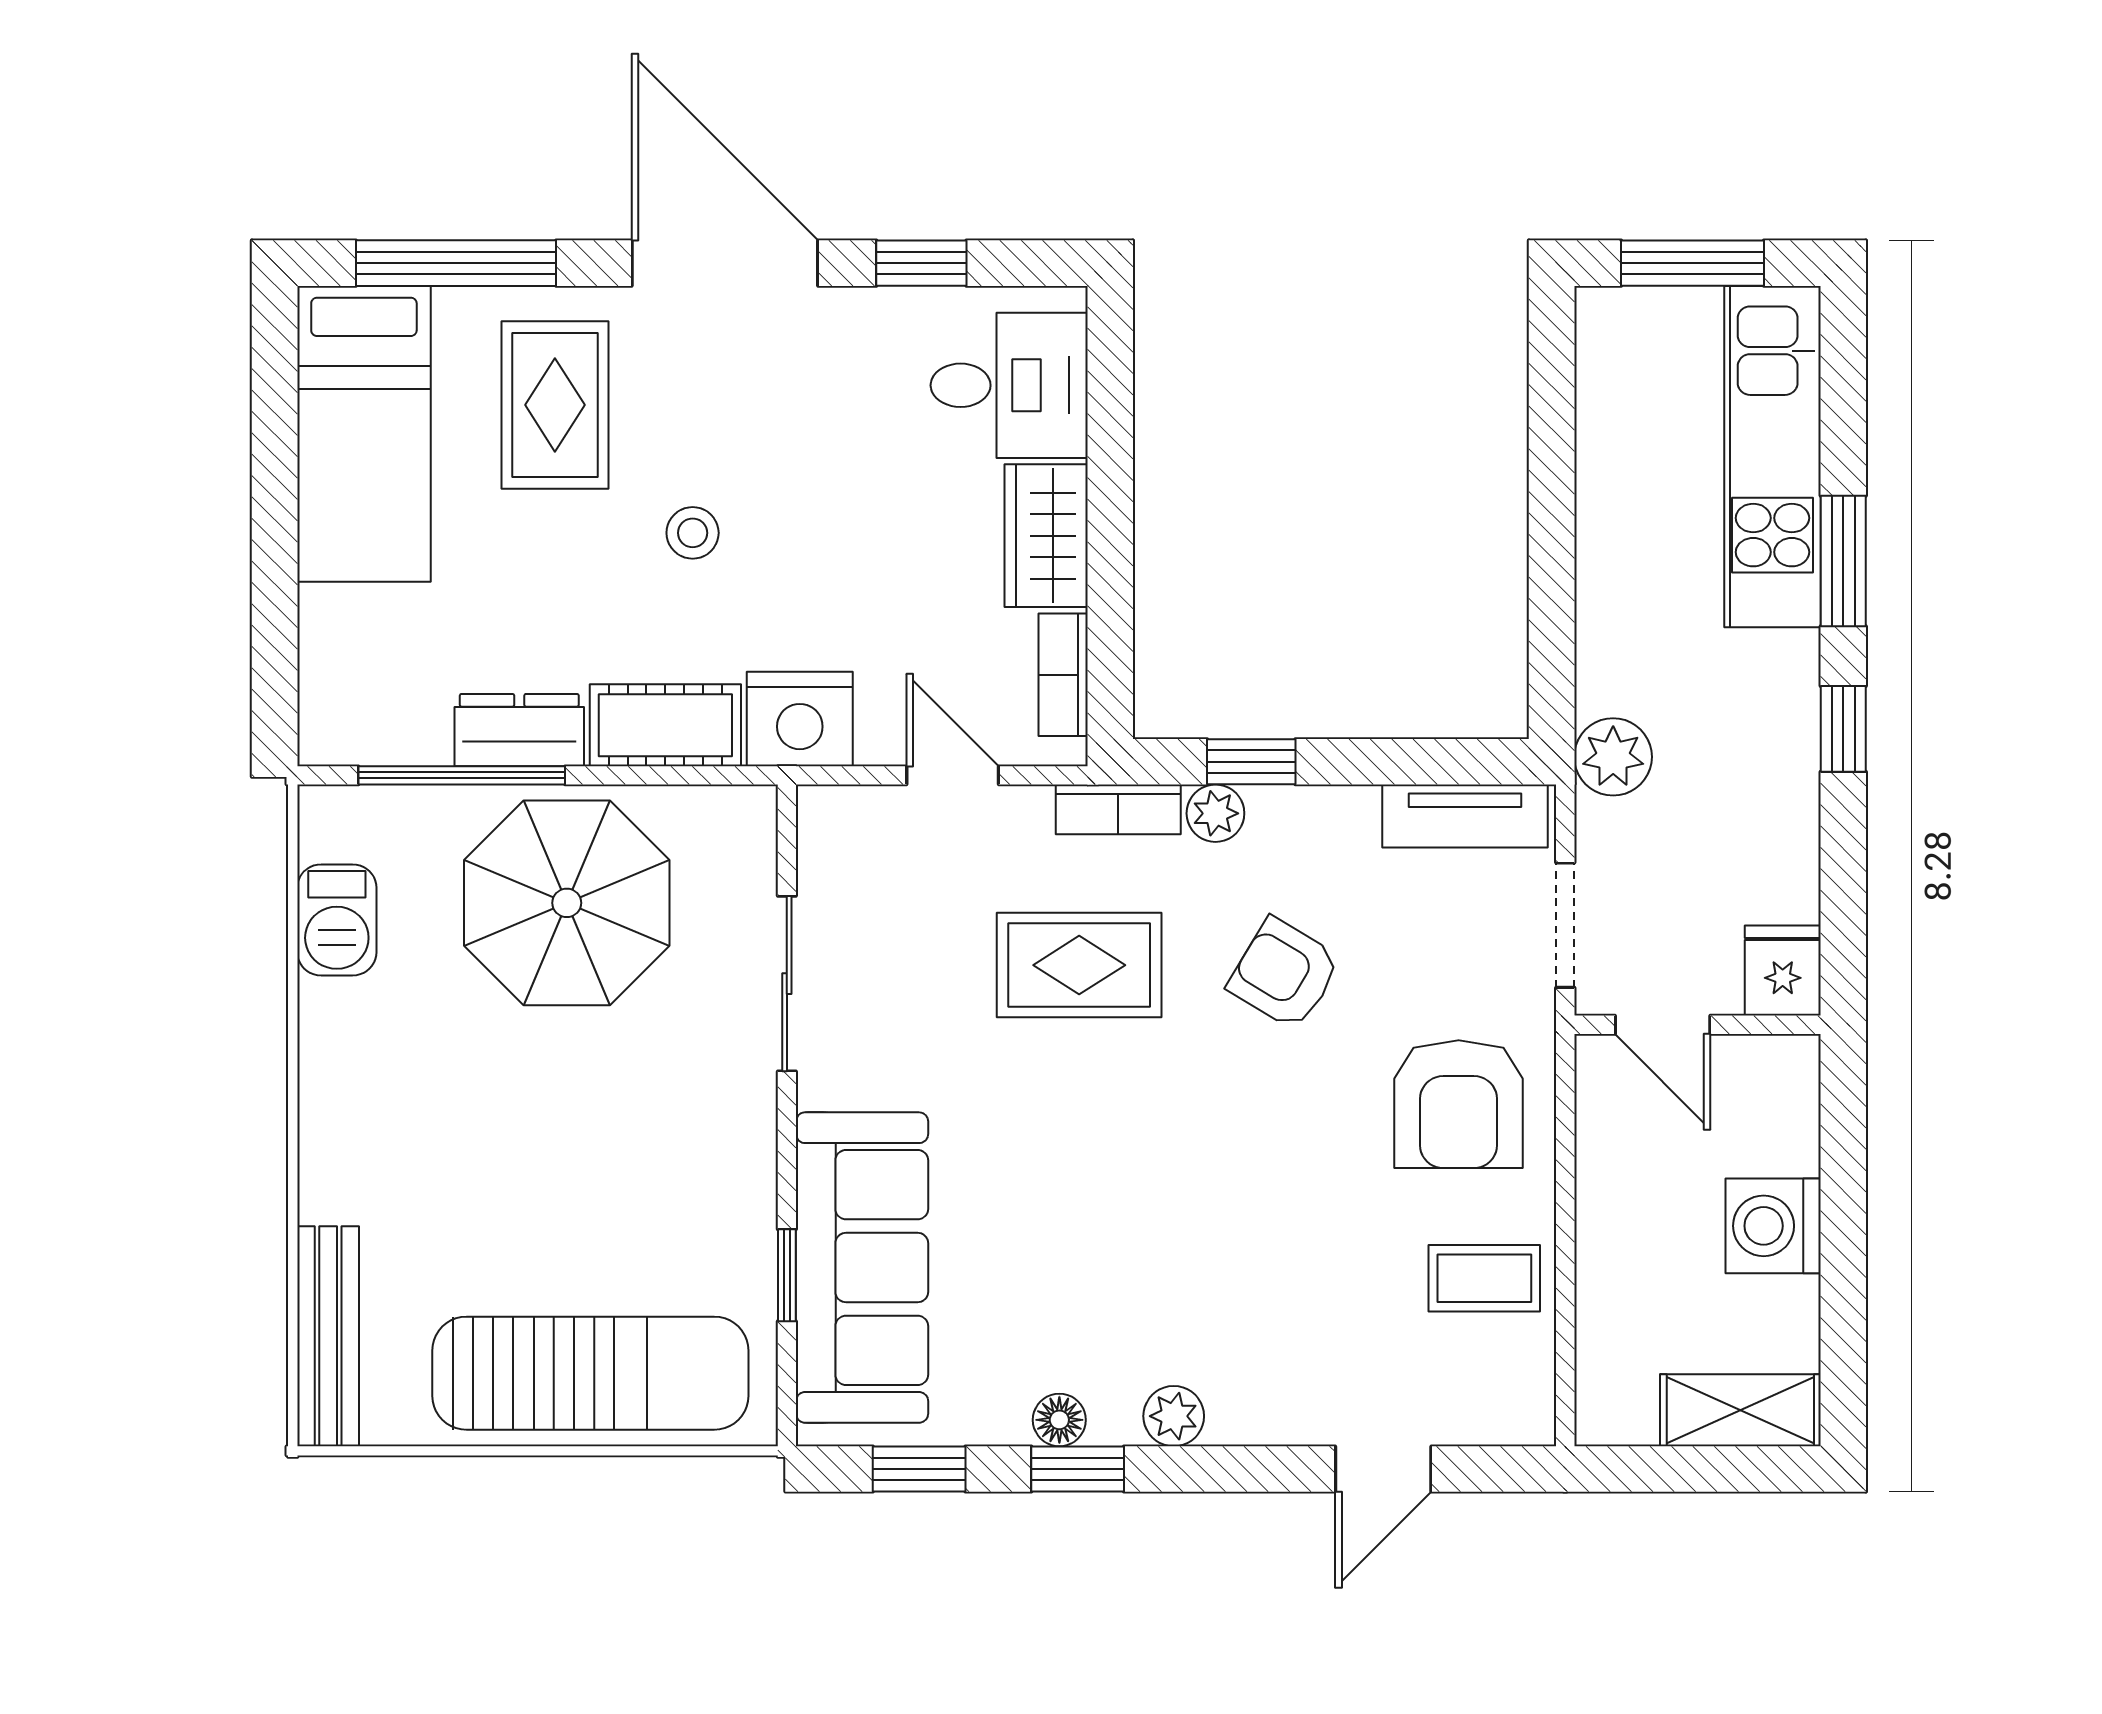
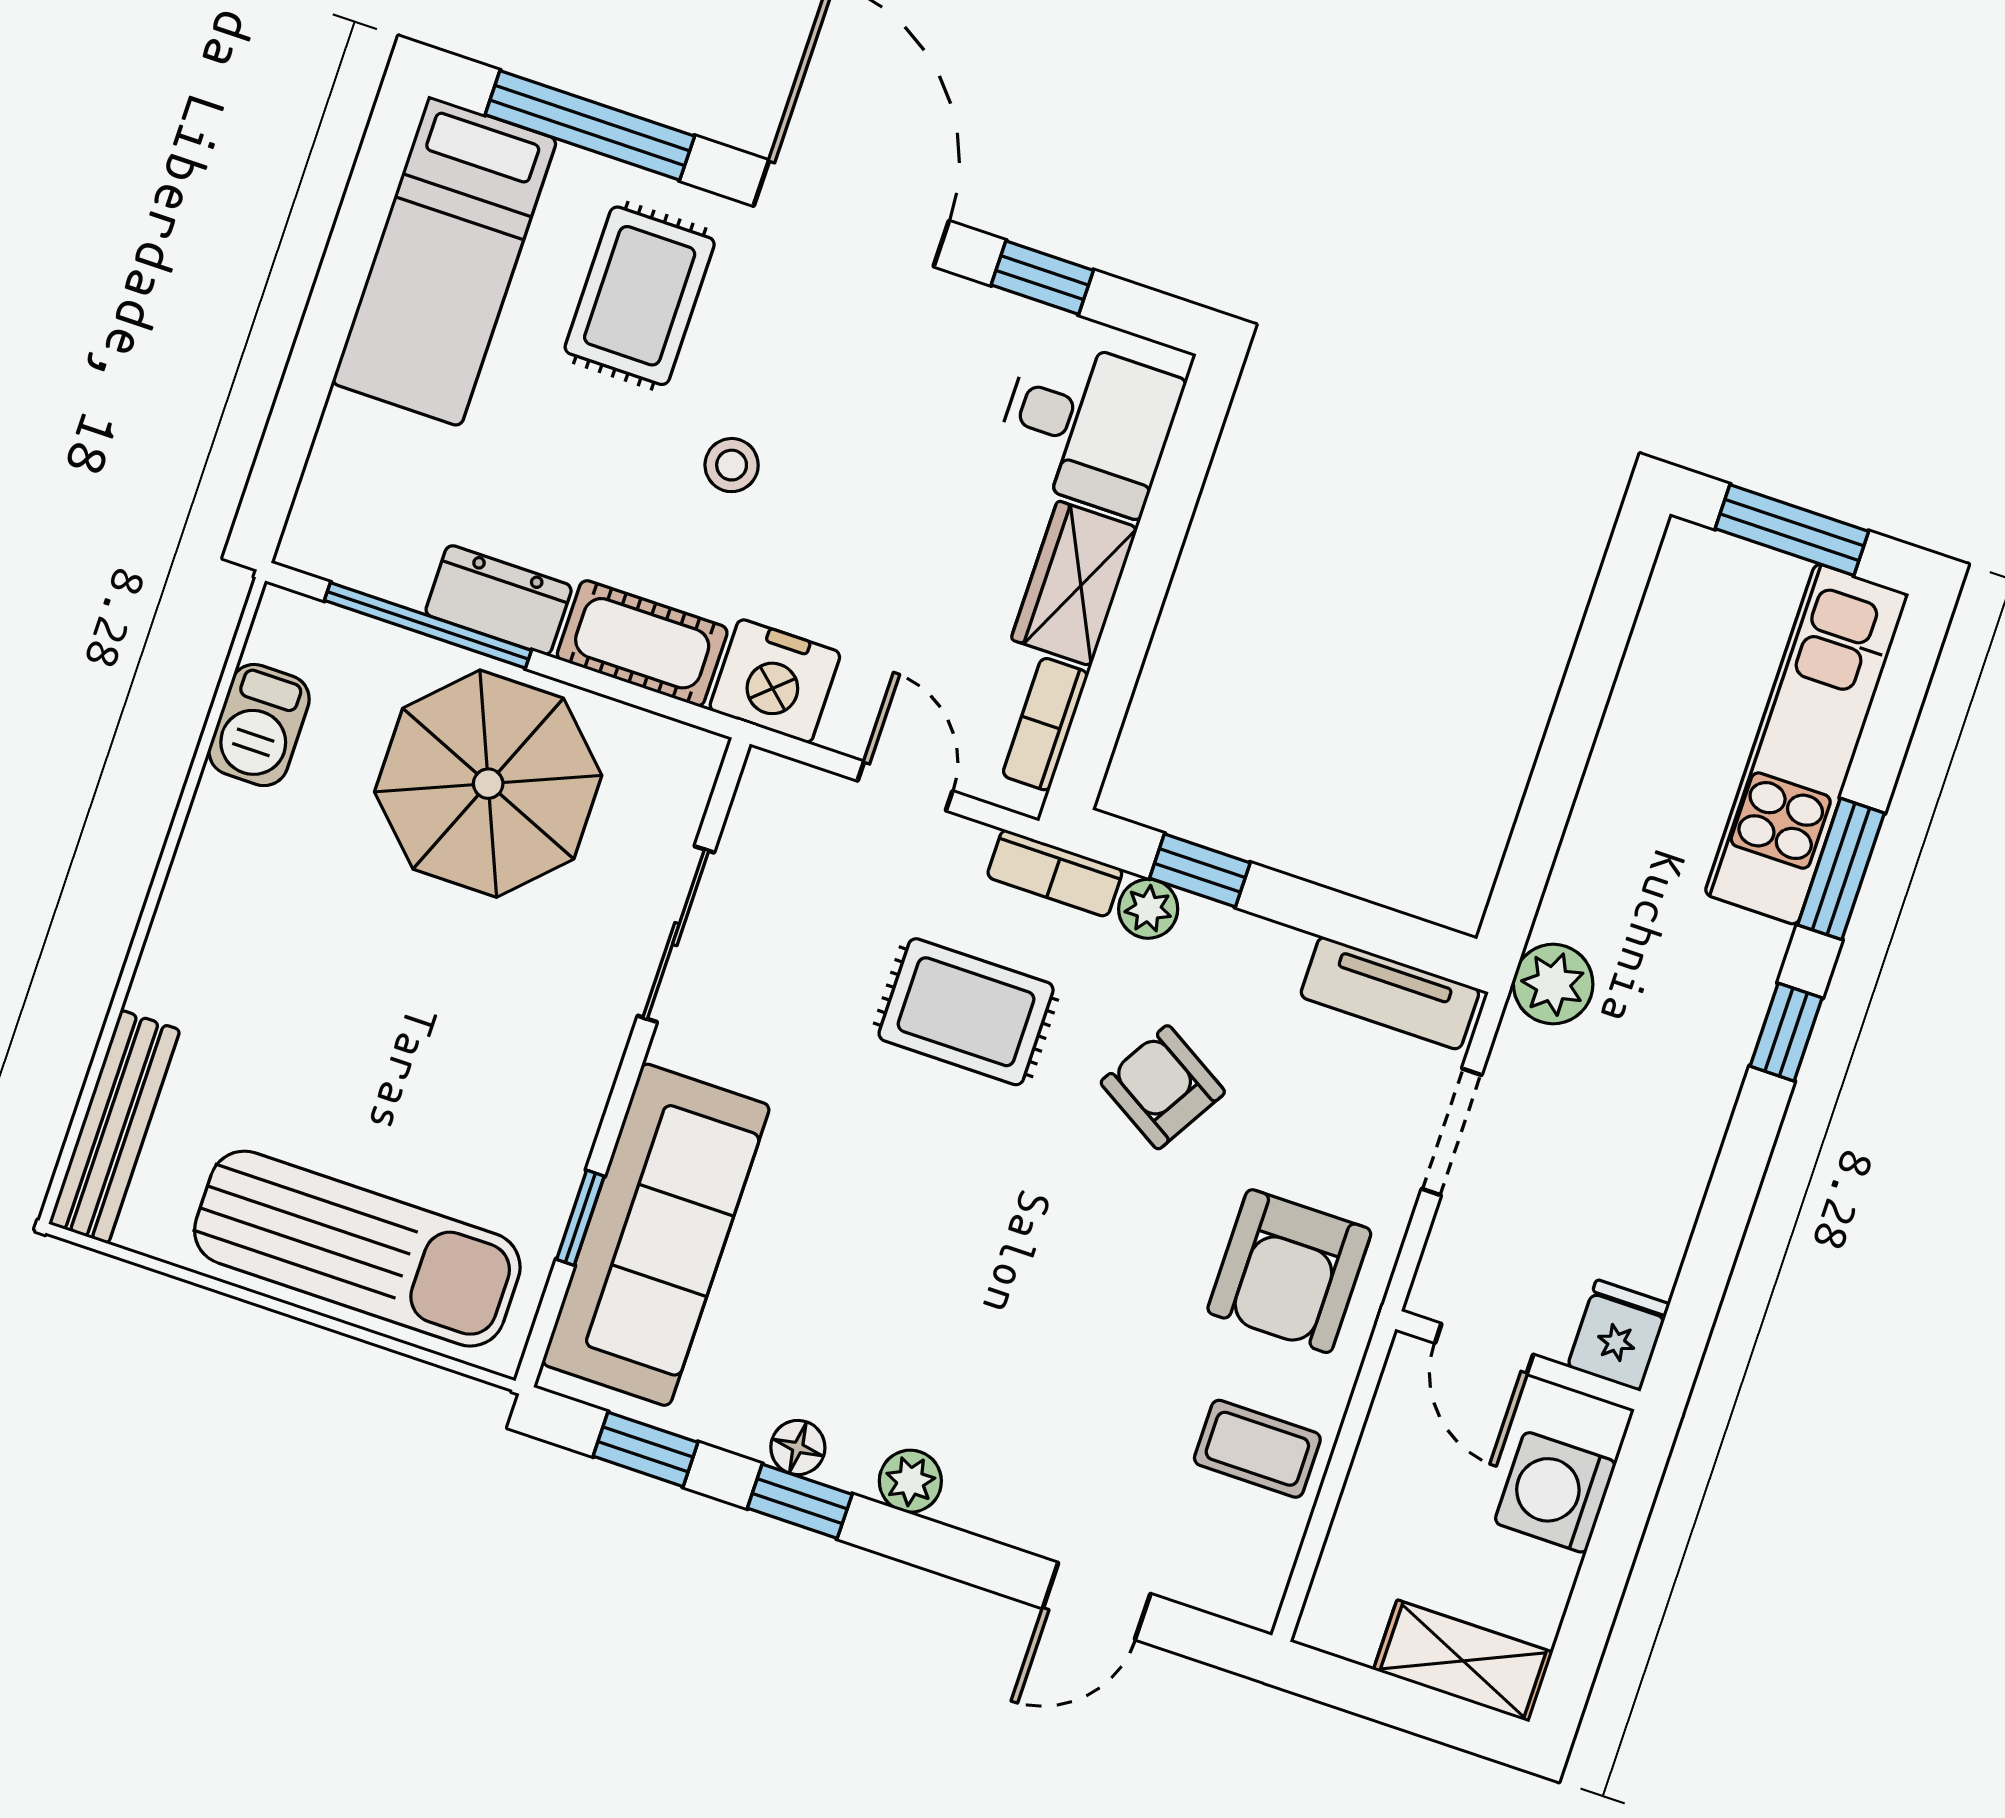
fridge: (1783, 971) -> (1619, 1335), moved
door: (1663, 1025) -> (1484, 1349), moved
wall: (1697, 1025) -> (1518, 1360), moved

